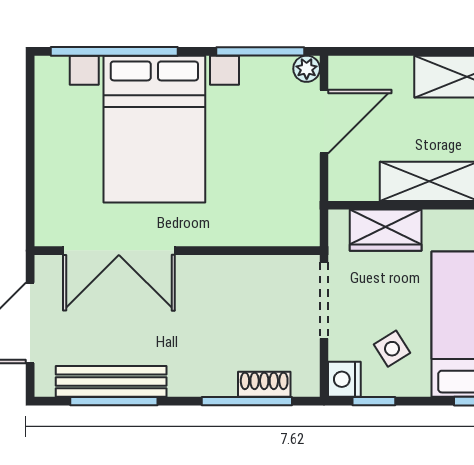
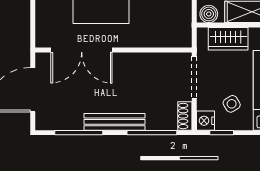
boiler: (350, 185) -> (209, 14), added
bench: (111, 381) -> (114, 122), moved
shoe rack: (264, 384) -> (185, 116), moved, turned -90

